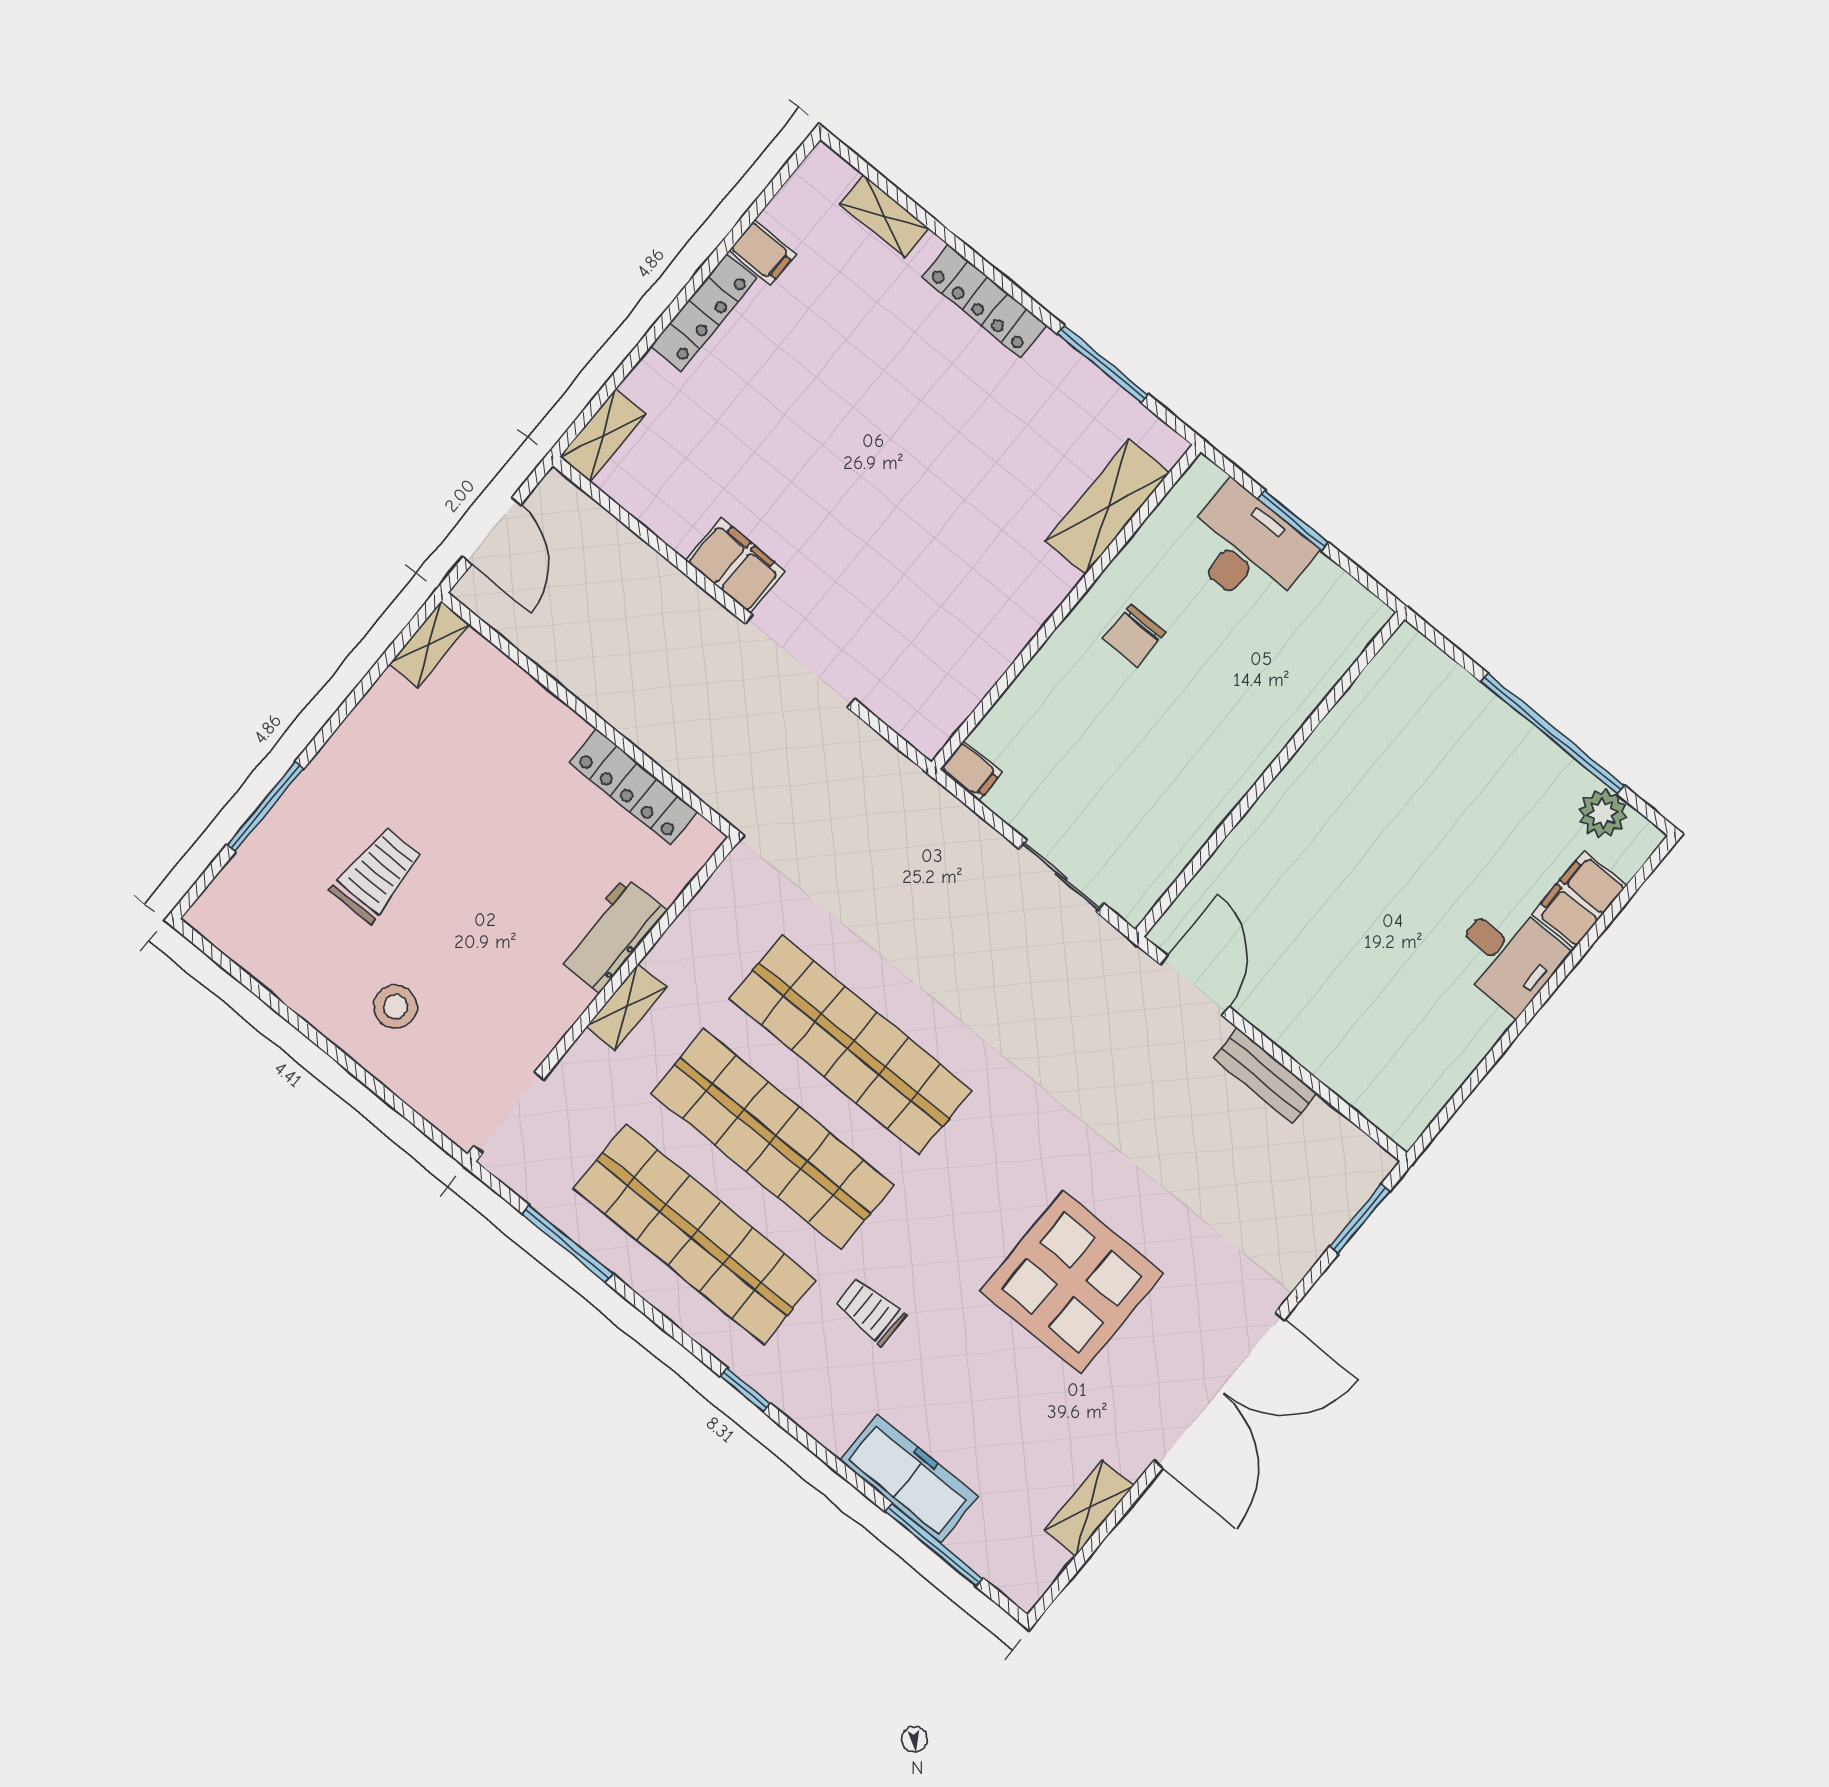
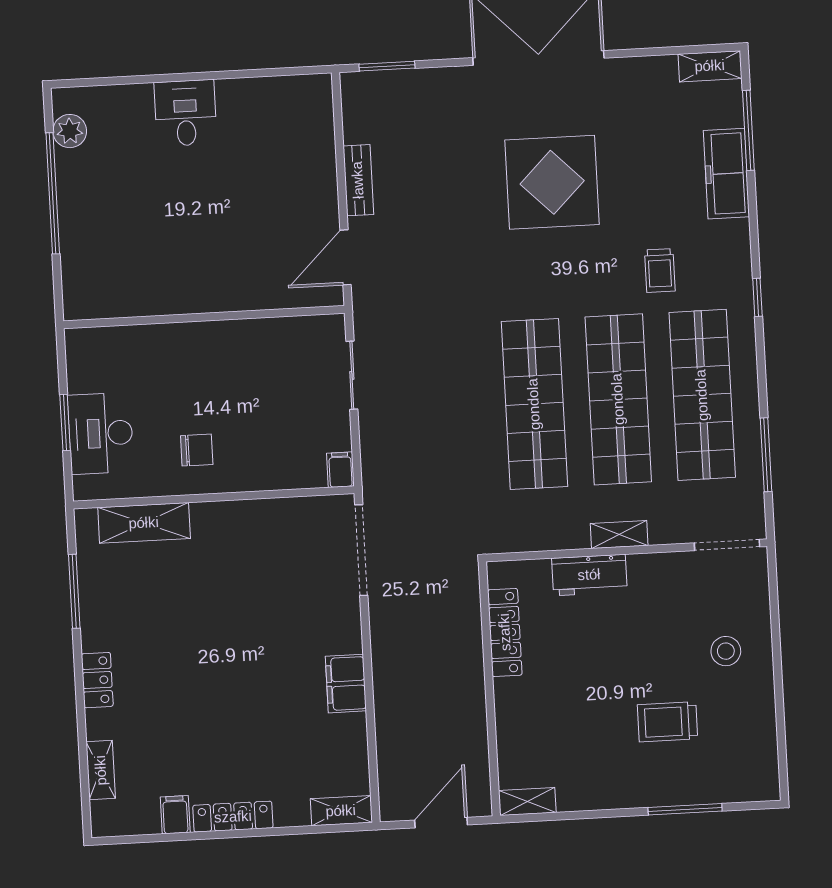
locker: (985, 301) -> (97, 680), width x0.66
doorway: (800, 661) -> (361, 550), moved
filing cabinet: (1579, 900) -> (124, 103), removed
shelving: (1089, 1508) -> (710, 66), moved

